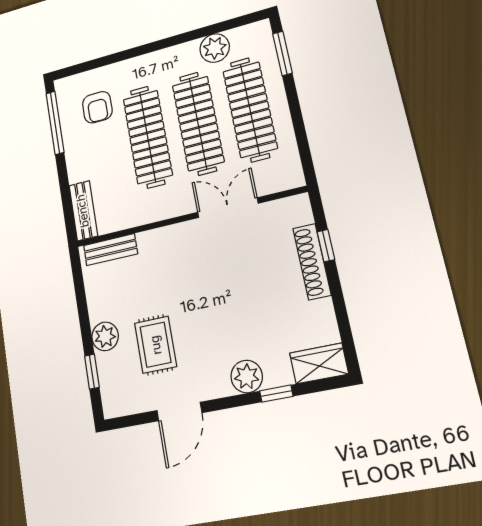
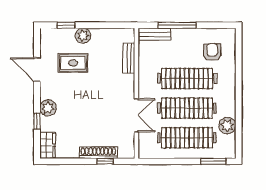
armchair: (97, 107) -> (212, 52), turned 90
window: (55, 123) -> (177, 25), moved
bench: (110, 250) -> (129, 58), moved

